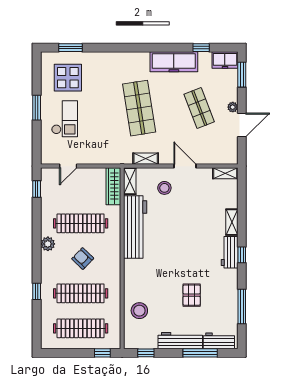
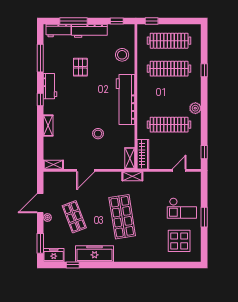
window: (71, 48) -> (177, 265), removed
checkout: (65, 119) -> (182, 208), turned -90
shelving: (146, 159) -> (132, 176), moved
door: (185, 166) -> (86, 170), hinge flipped
stool: (164, 188) -> (98, 134), moved
workbench: (135, 227) -> (125, 100), moved
workbench: (230, 252) -> (50, 86), moved
armchair: (83, 259) -> (167, 96), removed

